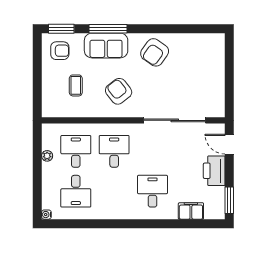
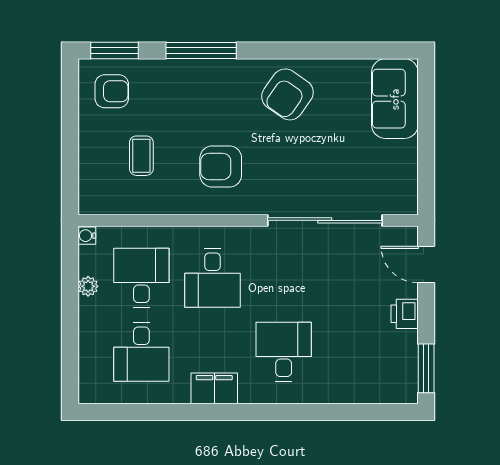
sofa: (106, 46) -> (395, 99), moved, turned 90
armchair: (119, 91) -> (221, 166), turned -52
desk: (114, 151) -> (213, 278), turned 180
printer: (214, 171) -> (405, 314), width x0.53, depth x0.68
filing cabinet: (191, 211) -> (214, 388), moved
water cooler: (46, 215) -> (87, 236), moved

